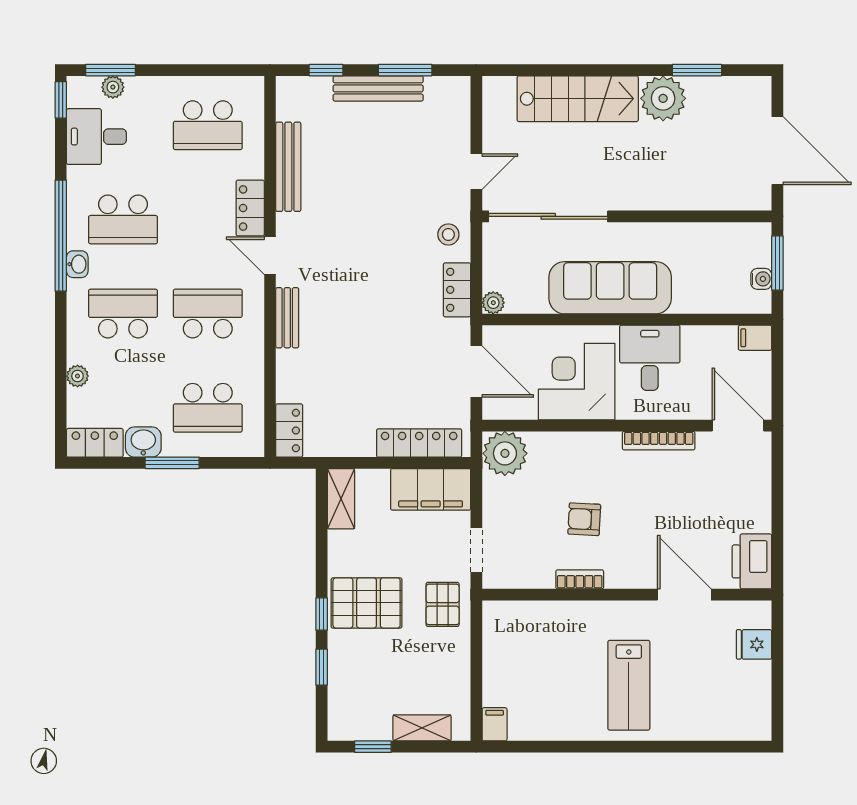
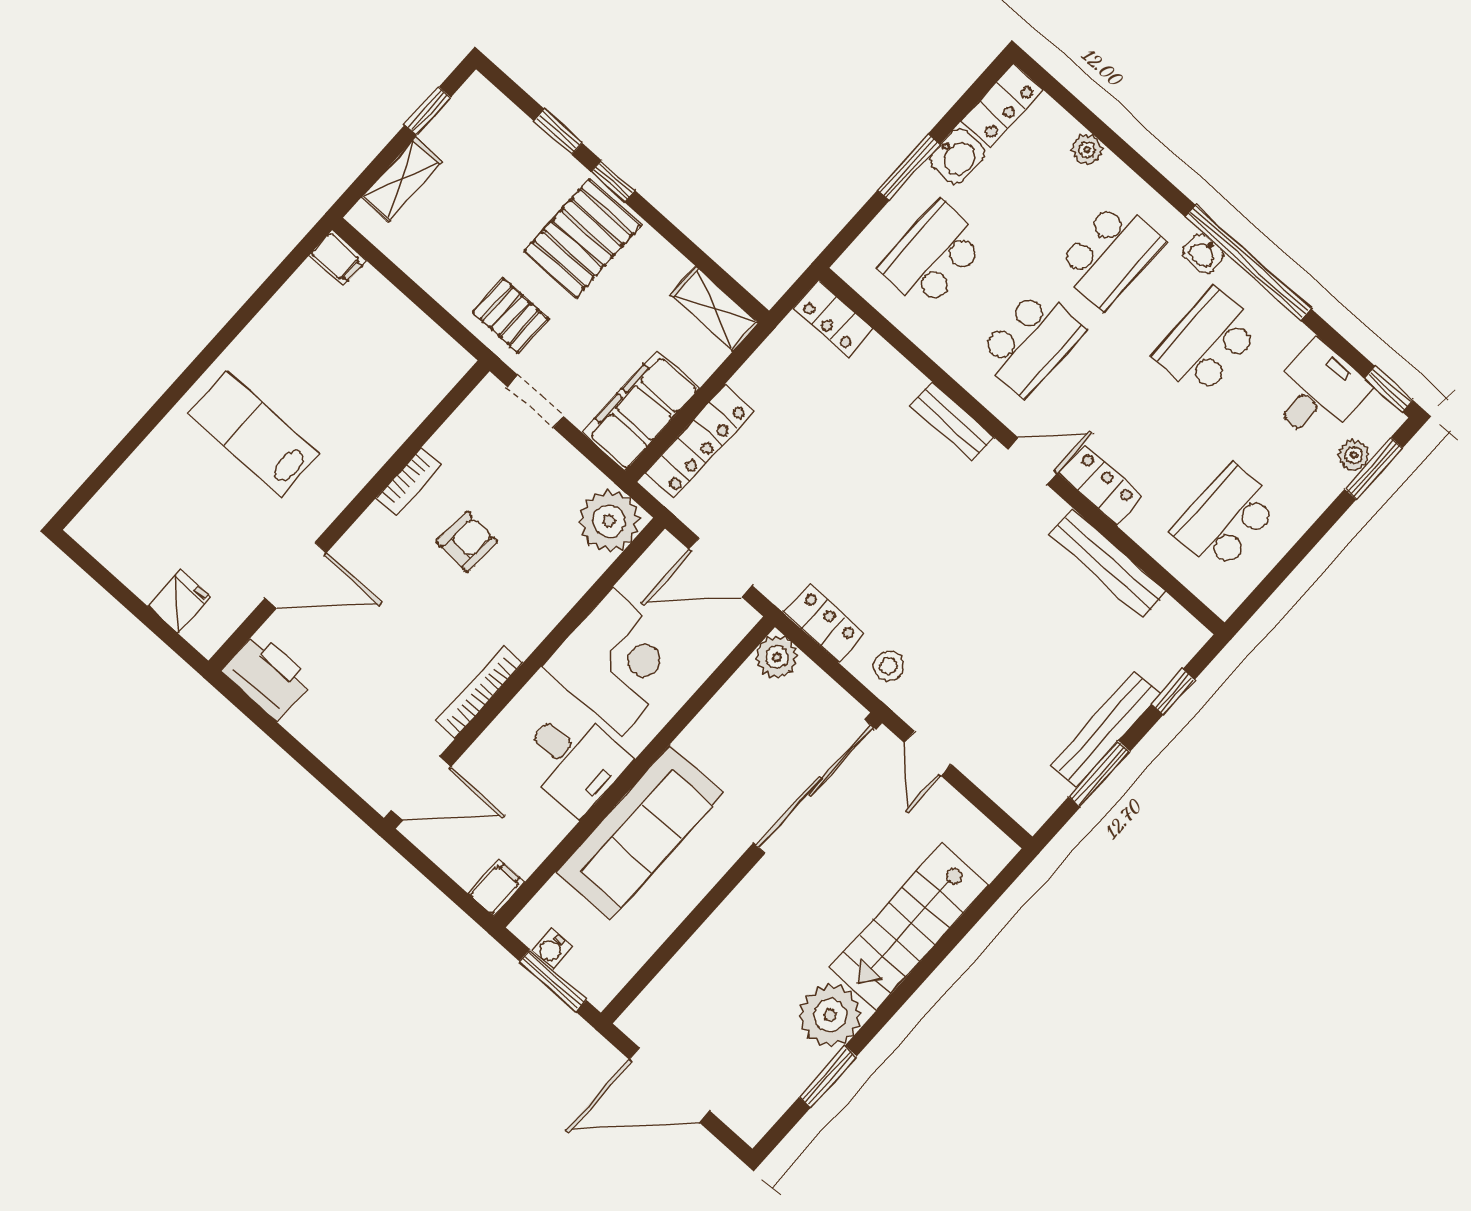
sofa: (610, 288) -> (640, 832), moved
plant: (493, 303) -> (777, 657), width x1.38, depth x1.38

